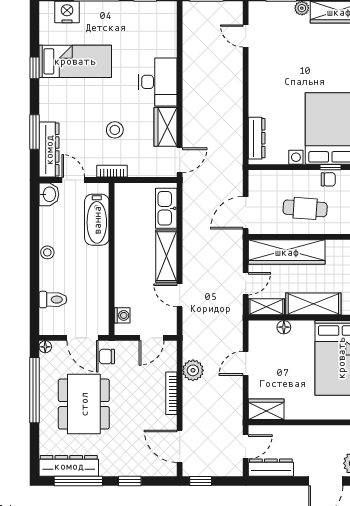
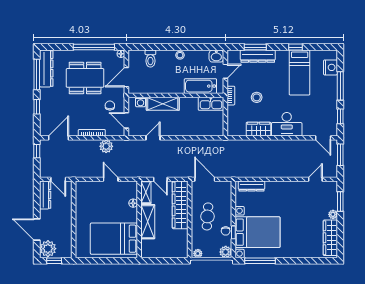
dresser: (49, 150) -> (258, 56), moved
door: (180, 160) -> (323, 138), moved
kitchen sink: (166, 208) -> (211, 104), moved, turned 180
shelving: (166, 256) -> (163, 104), moved
chair: (107, 357) -> (110, 106), moved
wardrobe: (266, 409) -> (82, 192), removed

